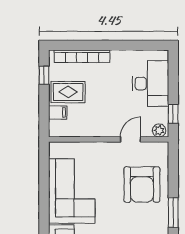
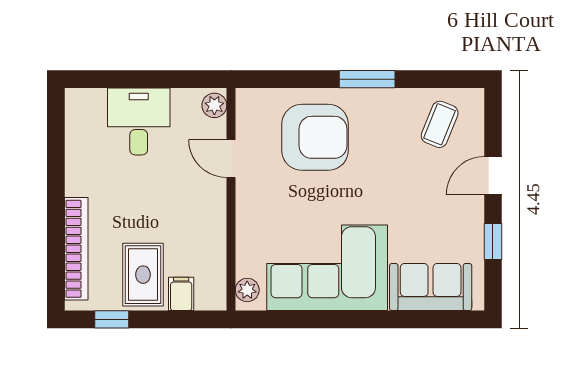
desk: (150, 83) -> (139, 121), width x0.73
window: (173, 114) -> (184, 79), removed
plant: (60, 148) -> (247, 290), added

